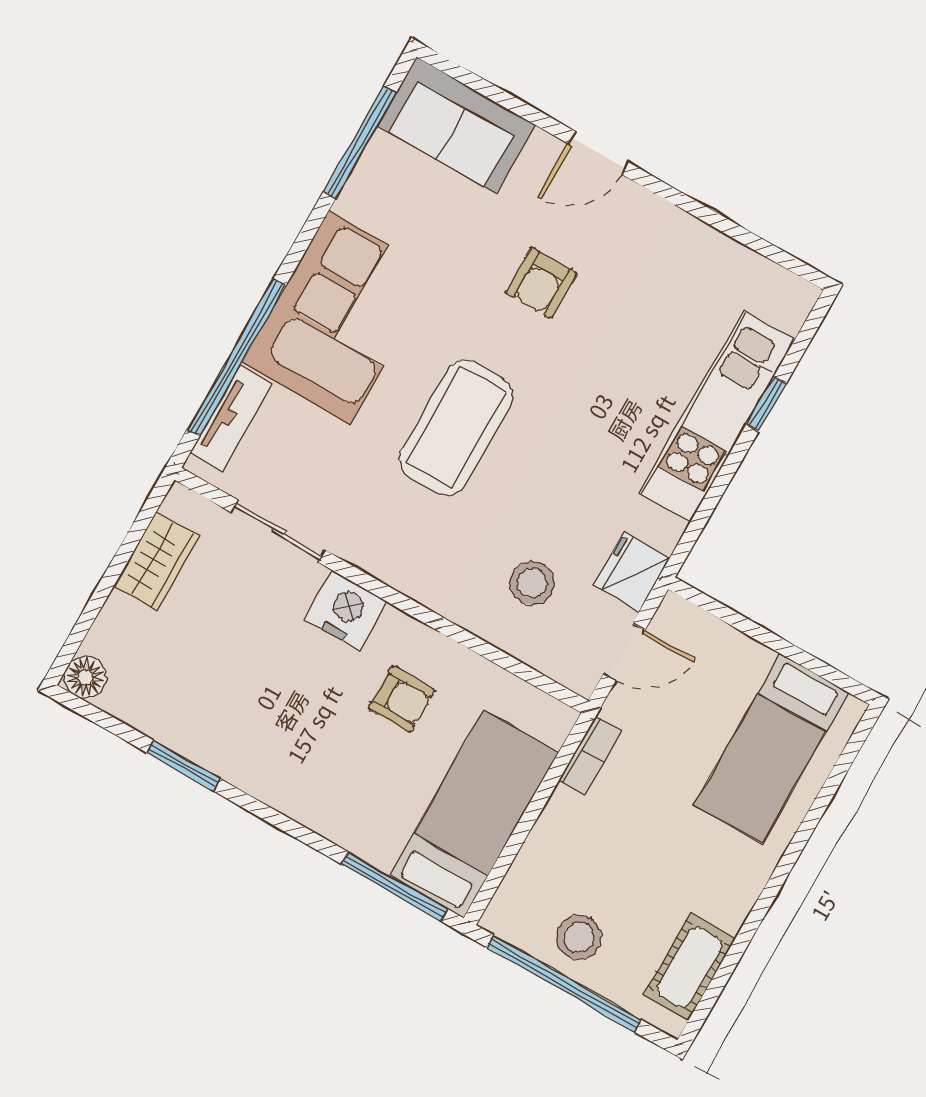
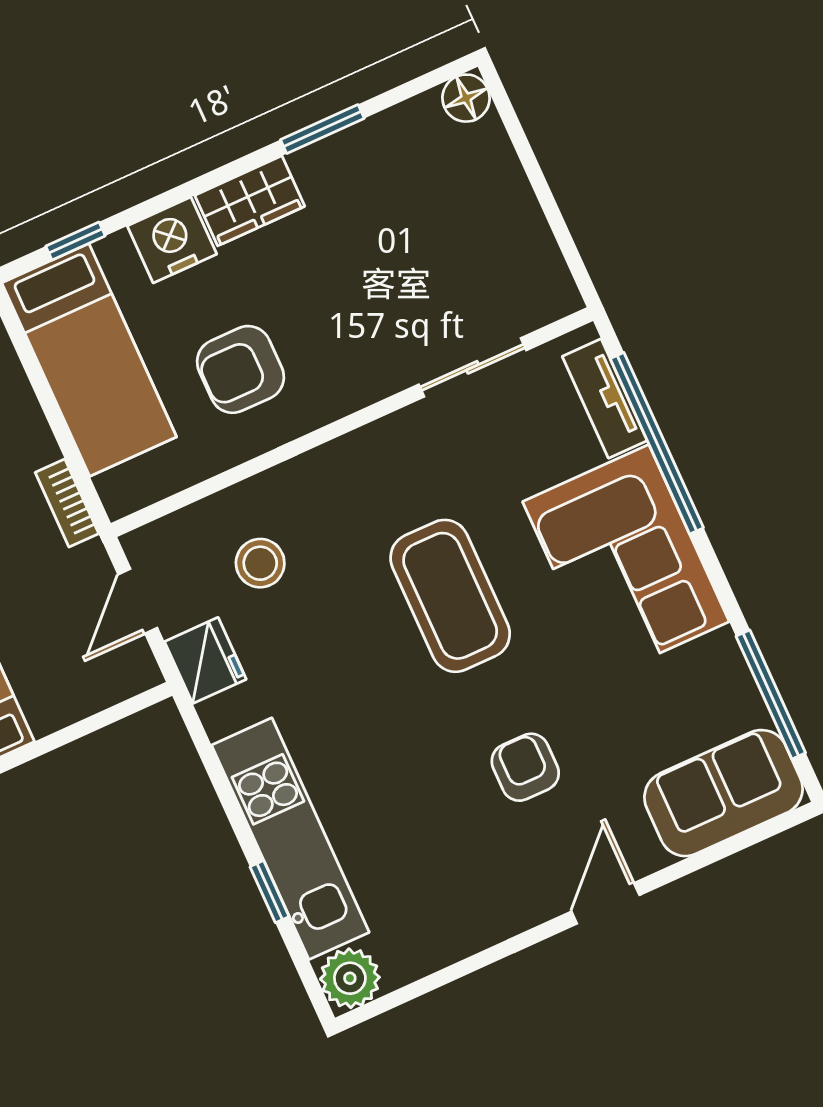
plant: (787, 300) -> (350, 978), added
wardrobe: (156, 561) -> (250, 201), moved, turned -90
nightstand: (346, 610) -> (172, 240), moved, turned 180
armchair: (402, 699) -> (240, 369), width x1.38, depth x1.38
window: (395, 887) -> (75, 241), width x0.46

